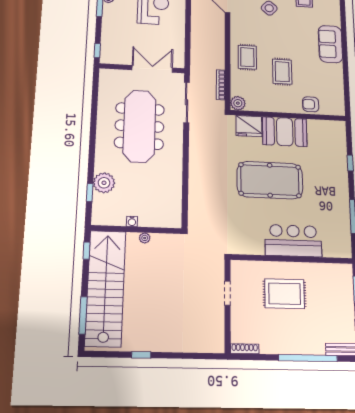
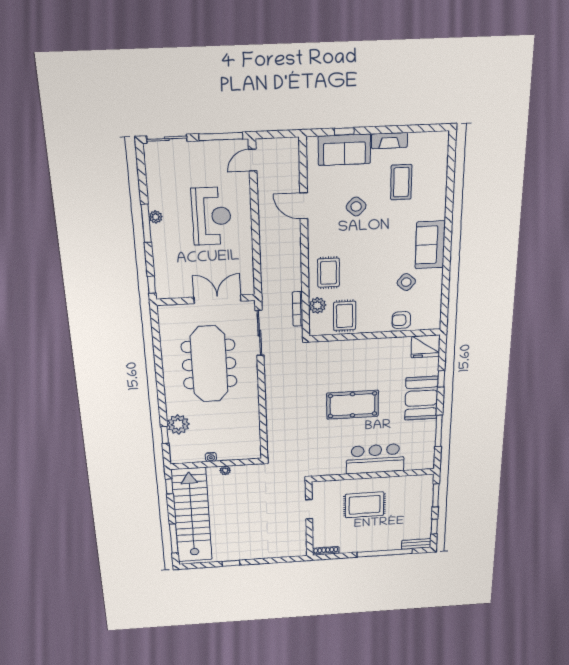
rug: (282, 72) -> (345, 316), moved
side table: (313, 72) -> (406, 282), added
plant: (238, 103) -> (317, 305), moved
fridge: (249, 126) -> (426, 346), moved
booth: (285, 132) -> (421, 398), moved, turned 90
pool table: (270, 180) -> (353, 405), width x0.73, depth x0.76

